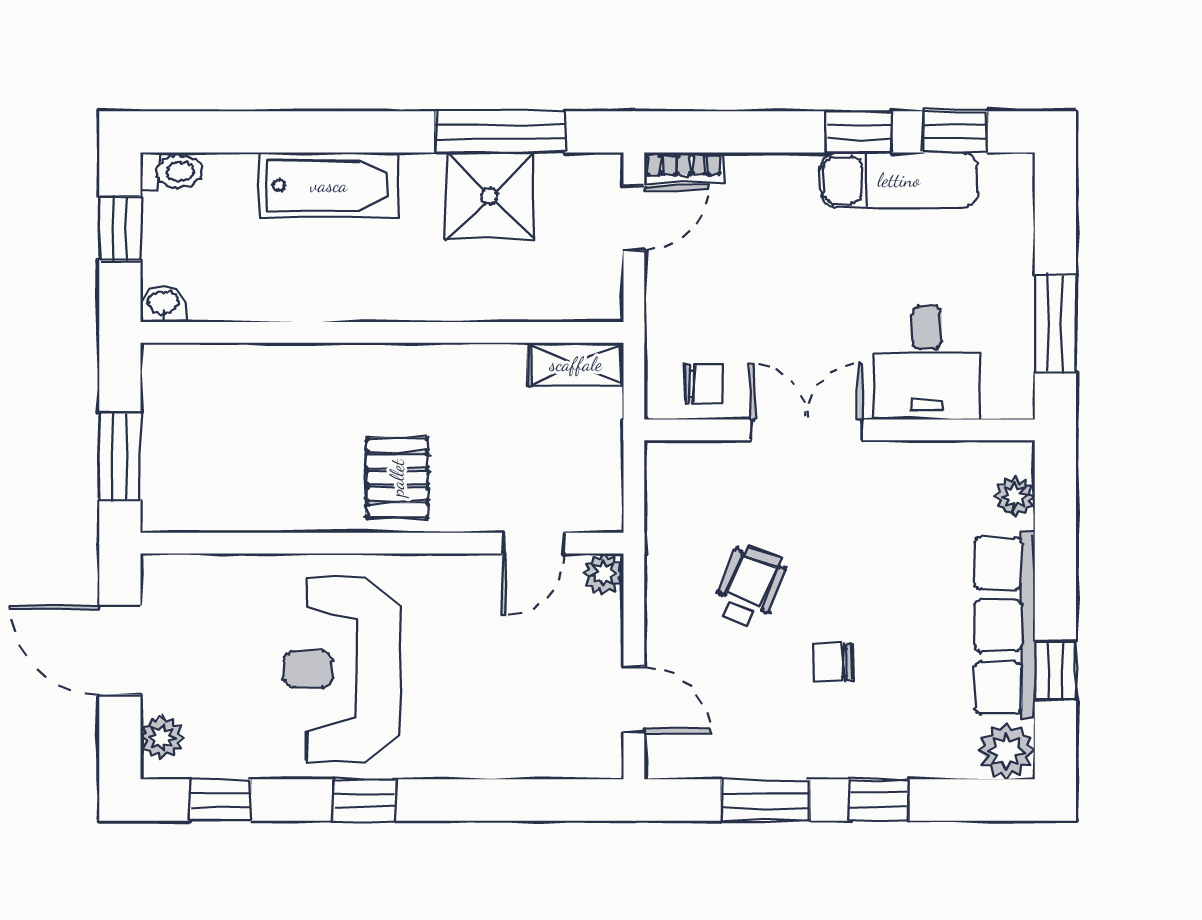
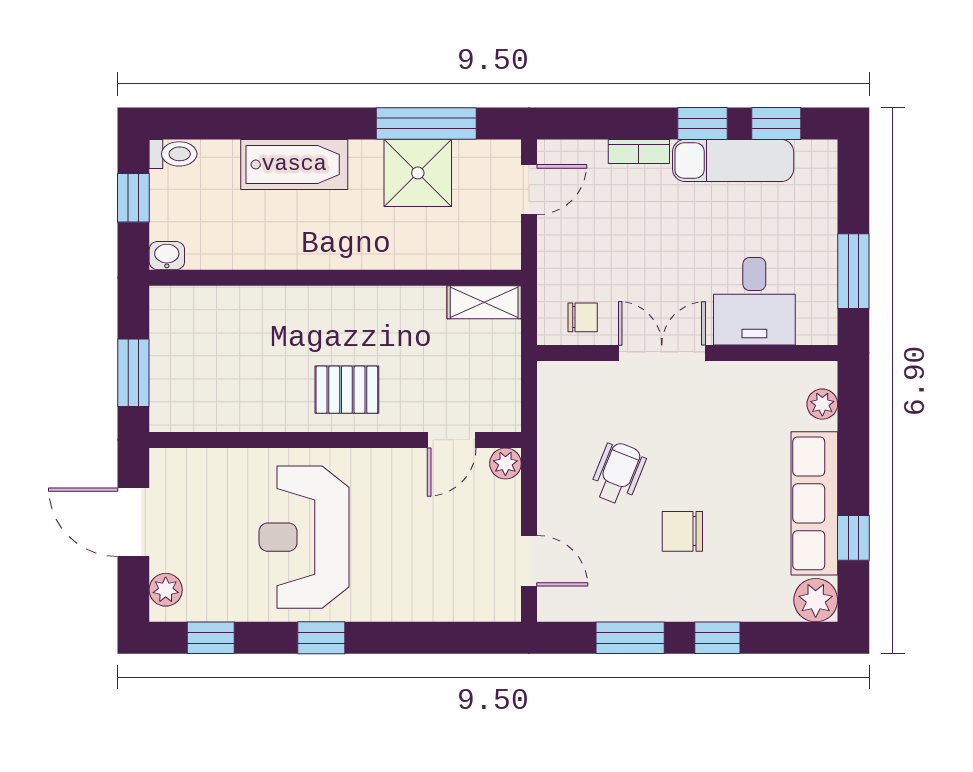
bookcase: (684, 168) -> (639, 152), moved
pallet: (397, 478) -> (347, 390), turned 90
chair: (833, 662) -> (682, 531), width x1.37, depth x1.37

